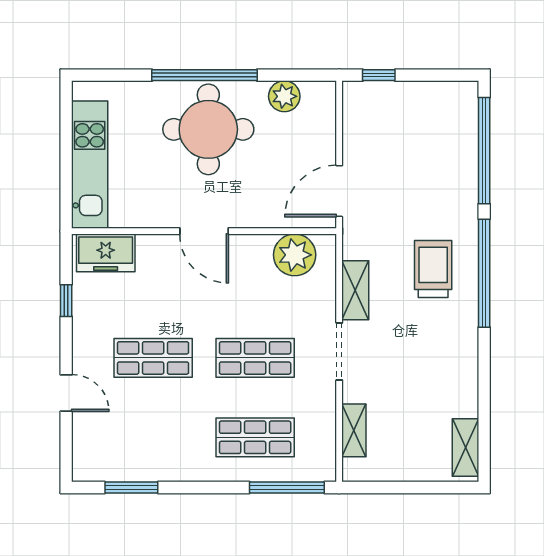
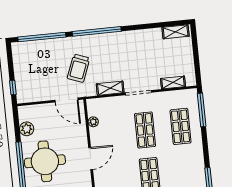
plant: (295, 255) -> (93, 122), width x0.53, depth x0.53
trolley: (433, 269) -> (79, 68), moved, turned -69

